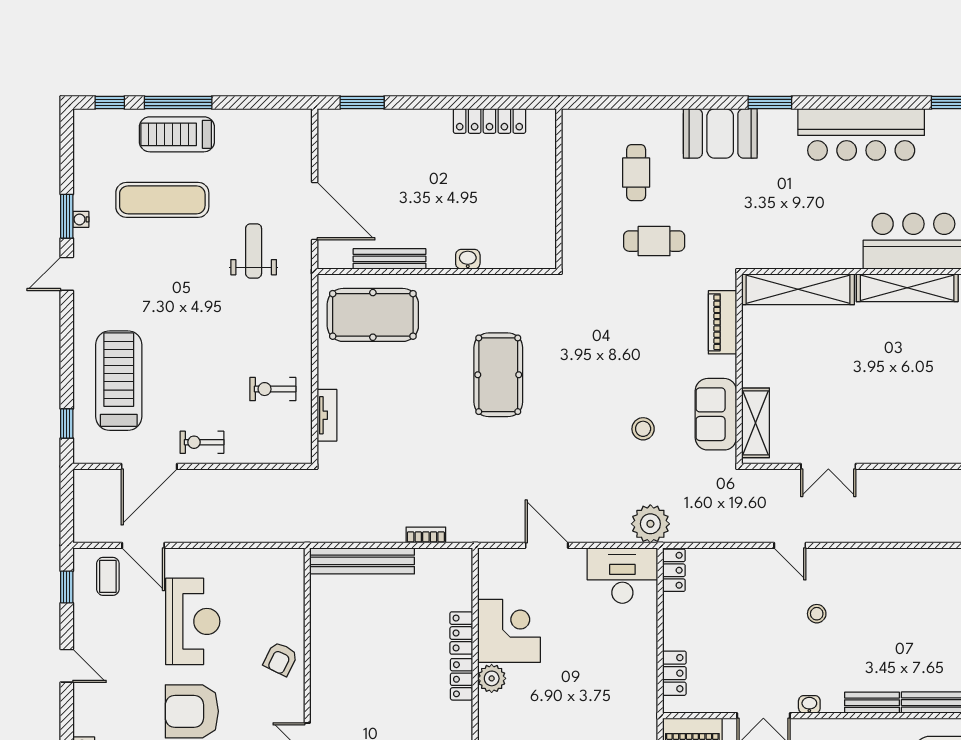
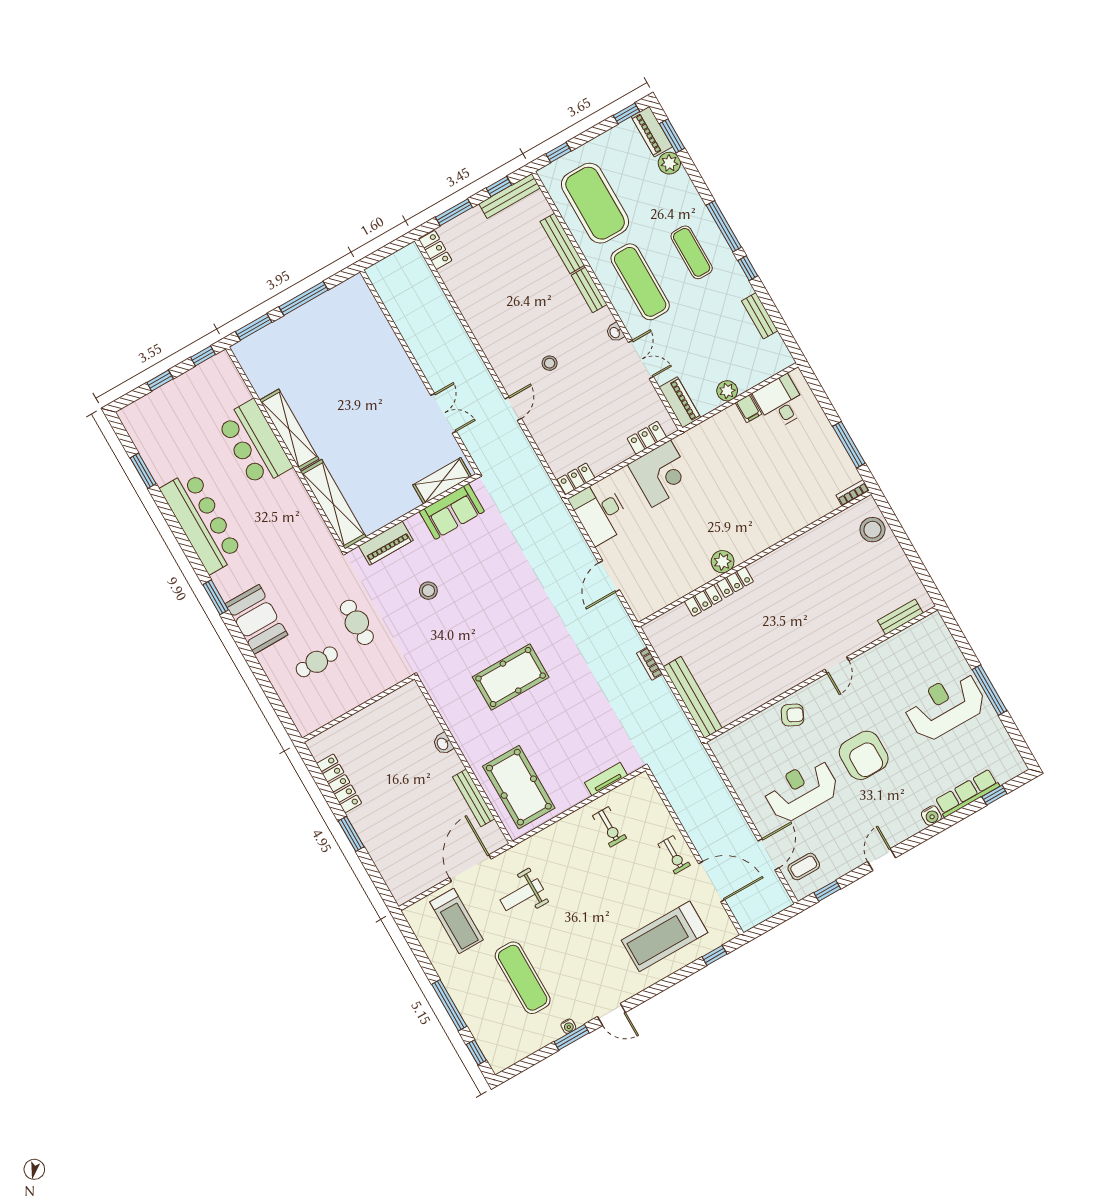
window: (362, 102) -> (351, 834), moved
treadmill: (177, 134) -> (456, 921), moved
stool: (643, 429) -> (428, 591), moved
plant: (650, 524) -> (553, 513), removed
corner desk: (509, 631) -> (661, 474), moved, turned 180

